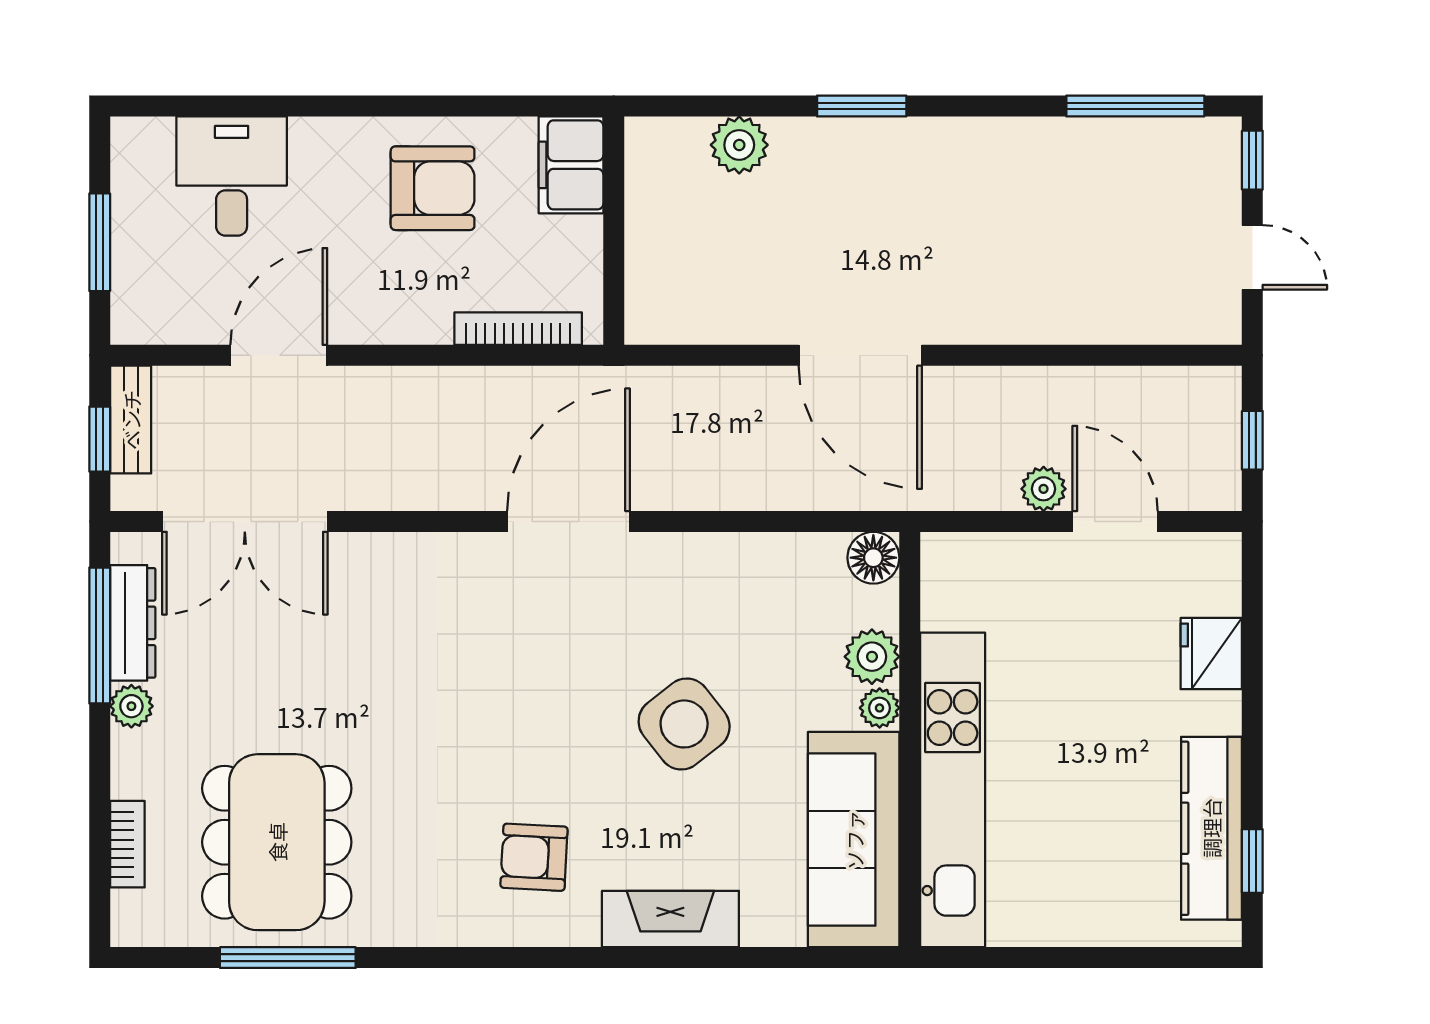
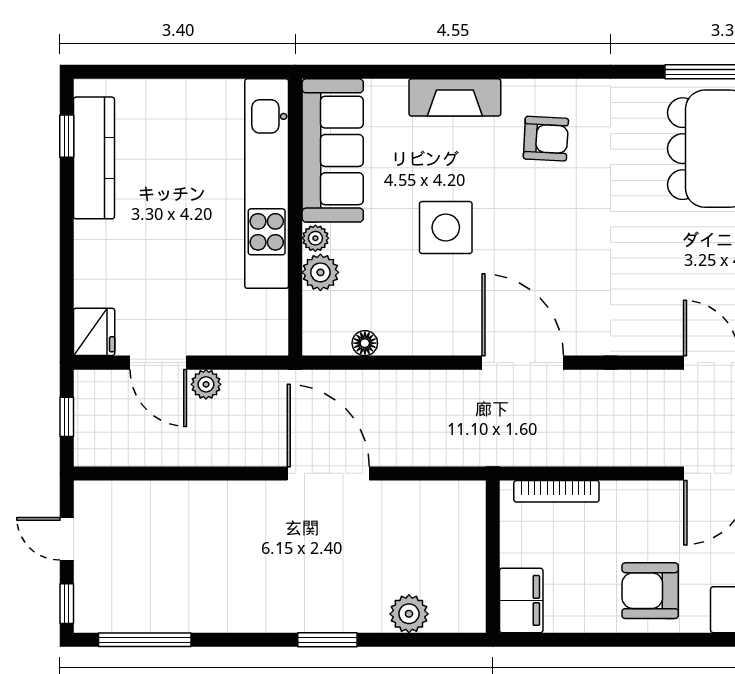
armchair: (433, 188) -> (650, 591), moved
door: (569, 521) -> (523, 363), swing flipped
floor lamp: (873, 558) -> (365, 343), moved, width x0.73, depth x0.73
fridge: (1211, 654) -> (94, 332), moved
side table: (684, 724) -> (446, 228), turned 38

